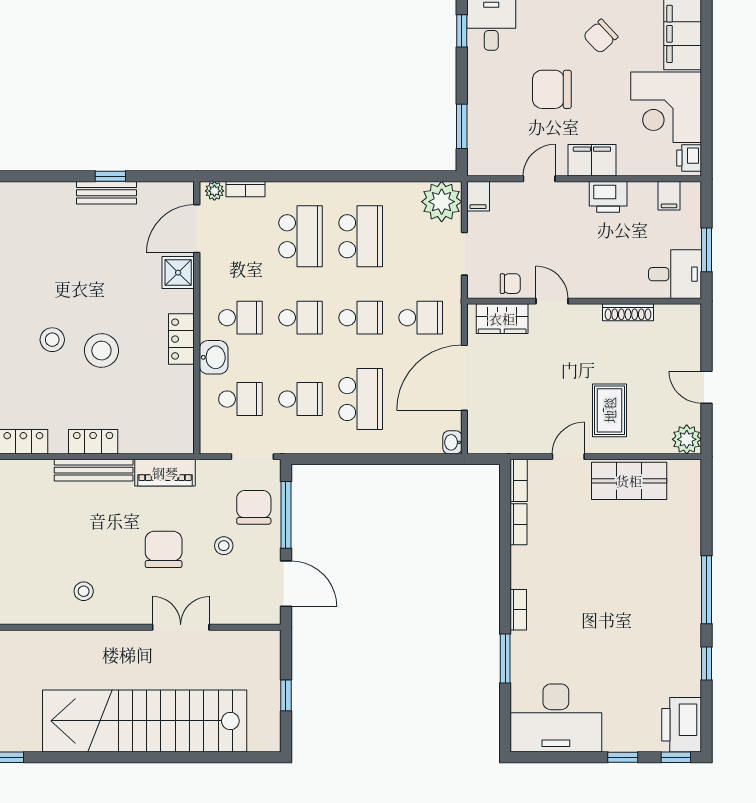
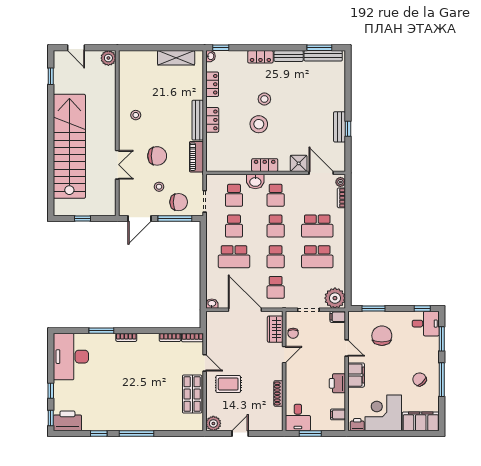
chair: (552, 89) -> (382, 336), moved

